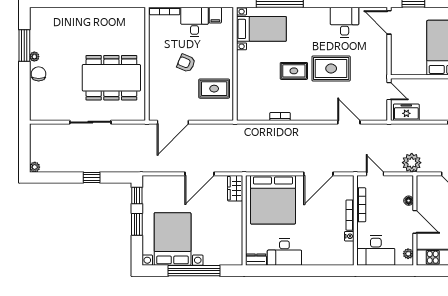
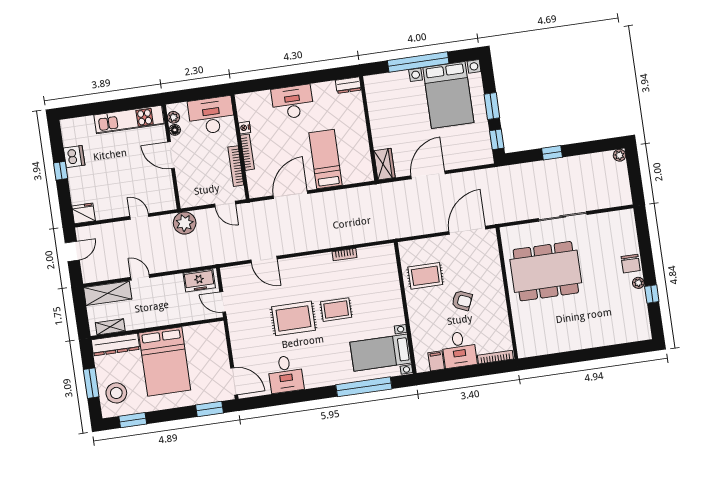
window: (24, 46) -> (652, 294), width x0.46
bed: (273, 200) -> (326, 159), width x0.49
floor lamp: (409, 201) -> (175, 130), moved
desk: (284, 252) -> (292, 102), moved

